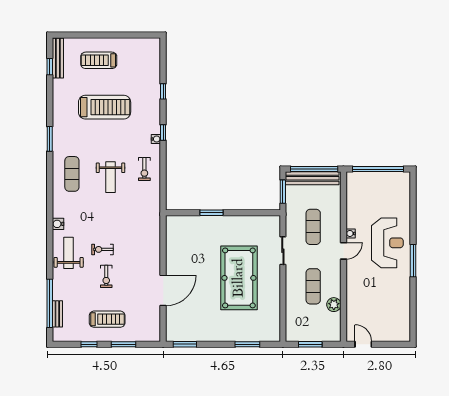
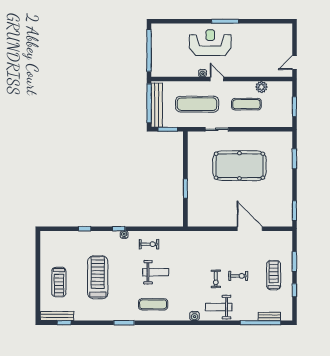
exercise mat: (313, 227) -> (197, 104), width x1.36, depth x1.45

